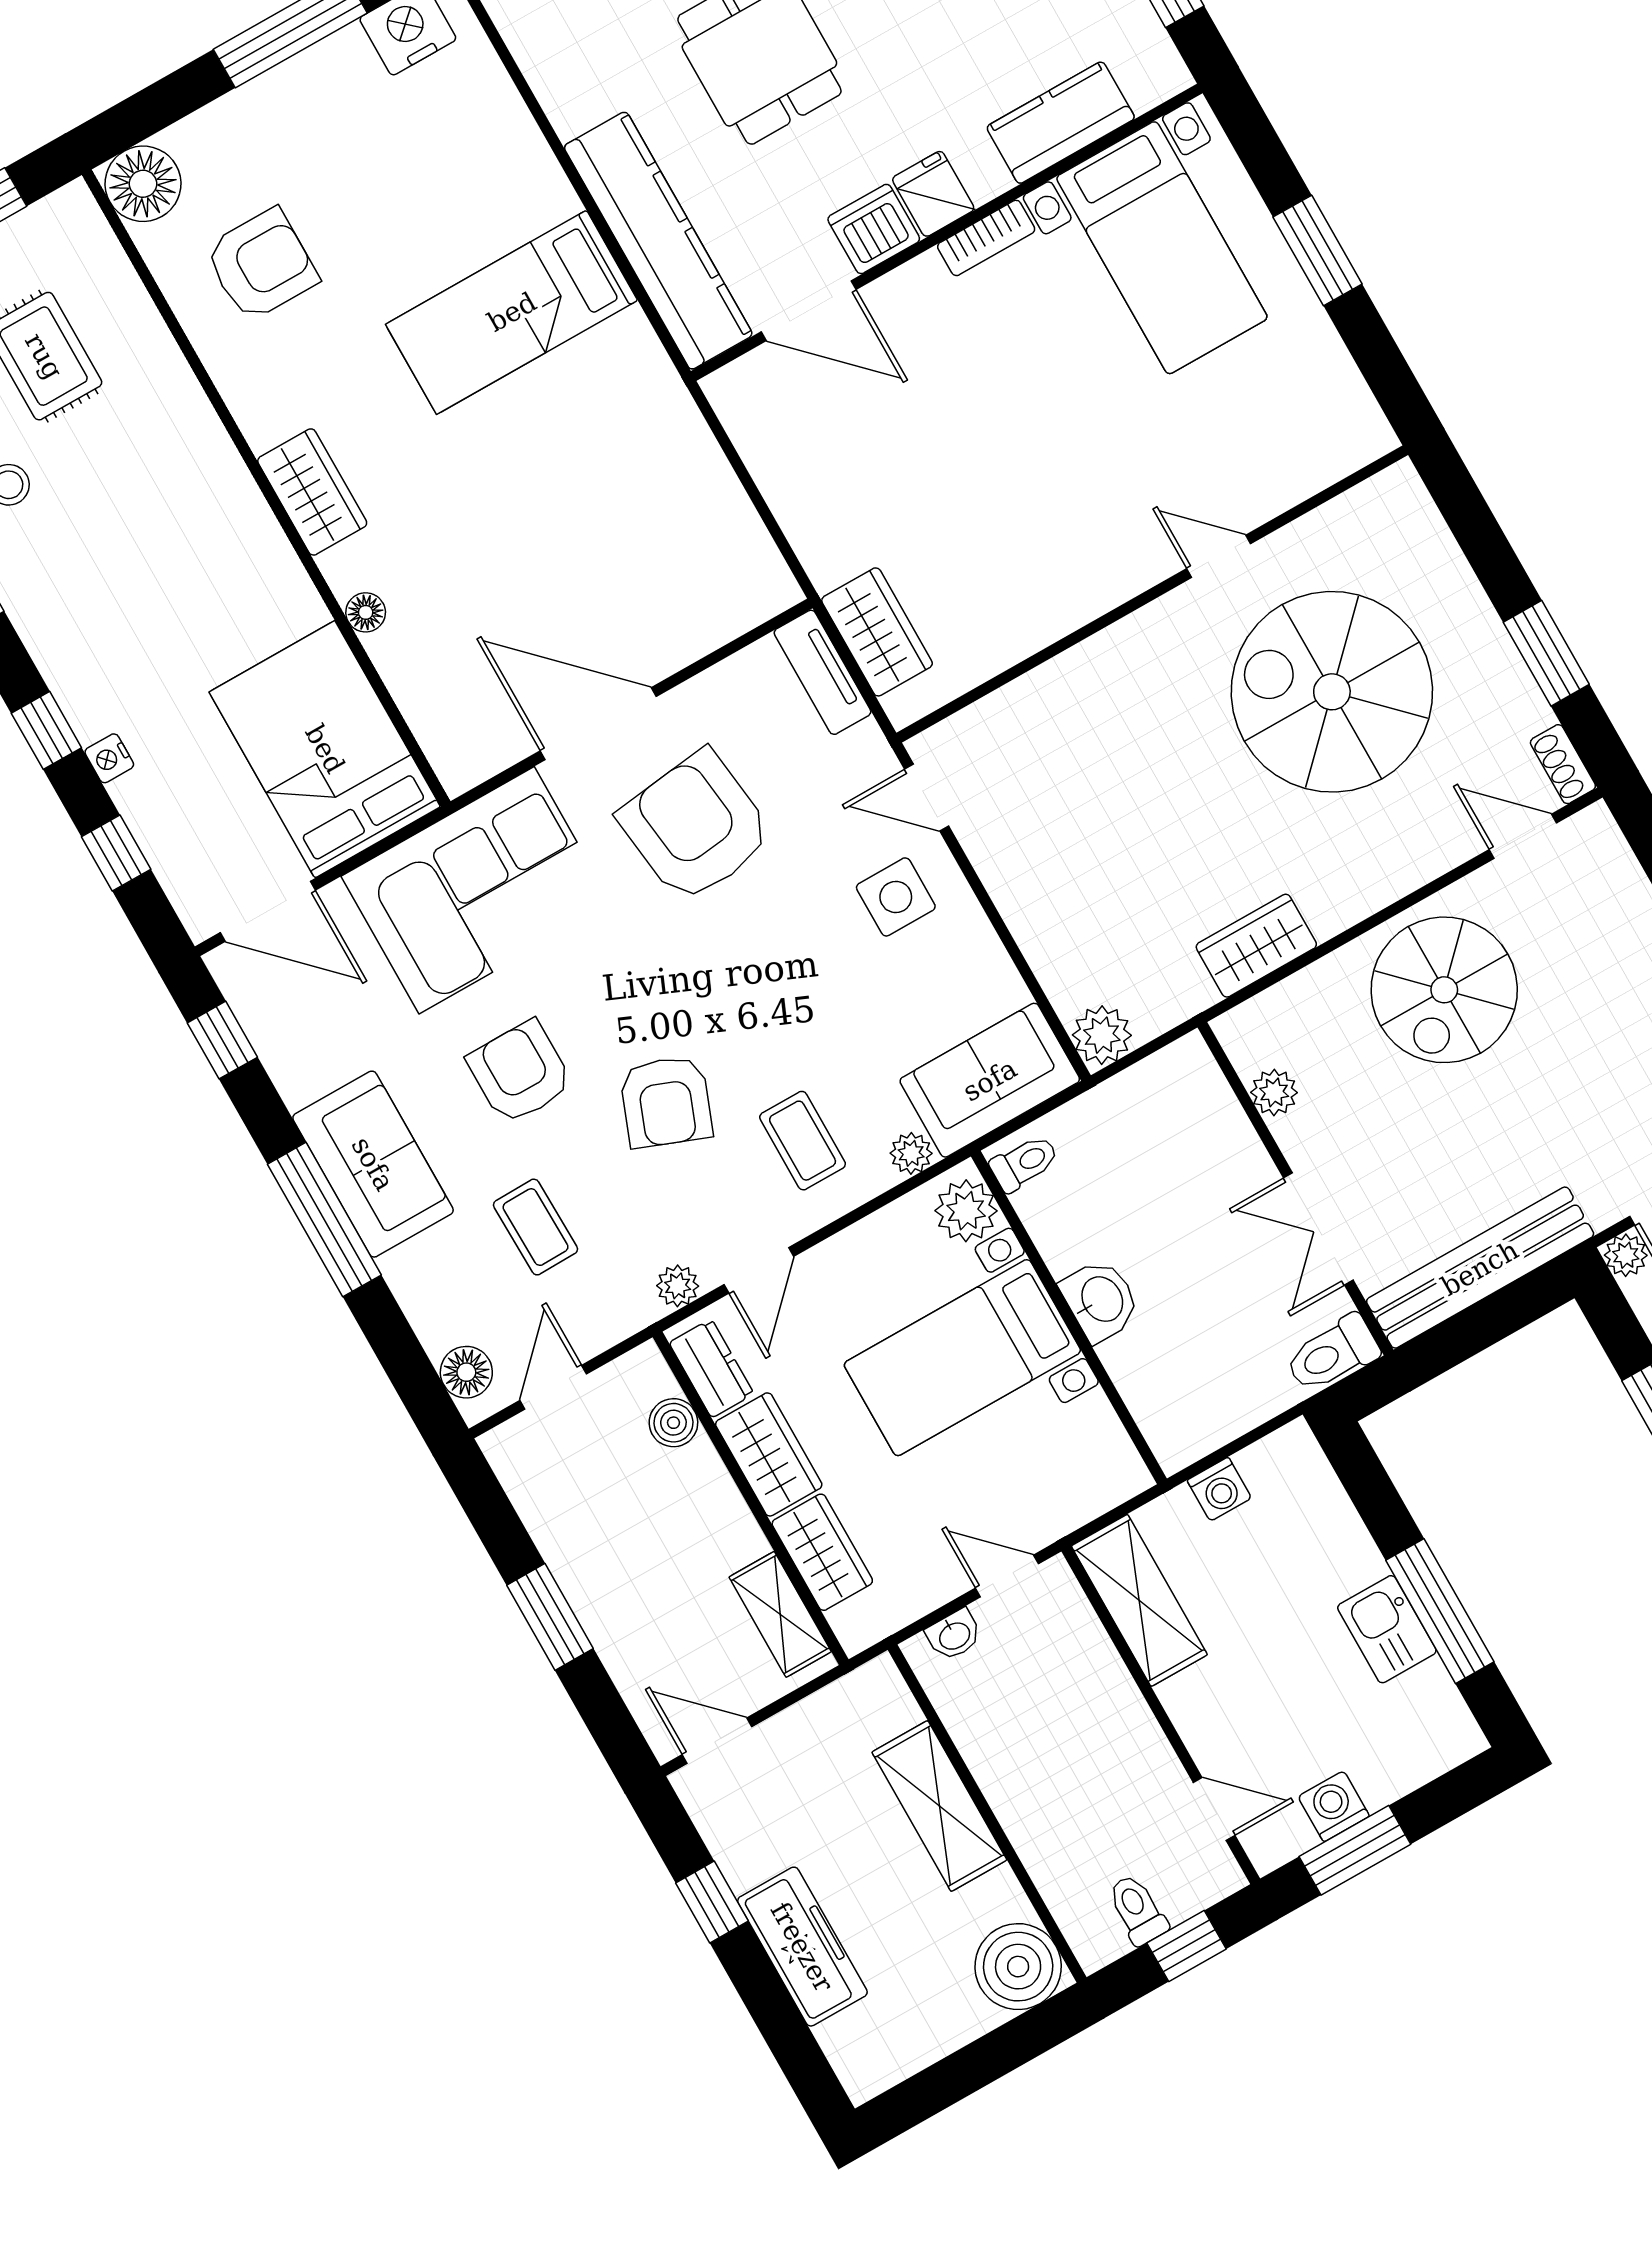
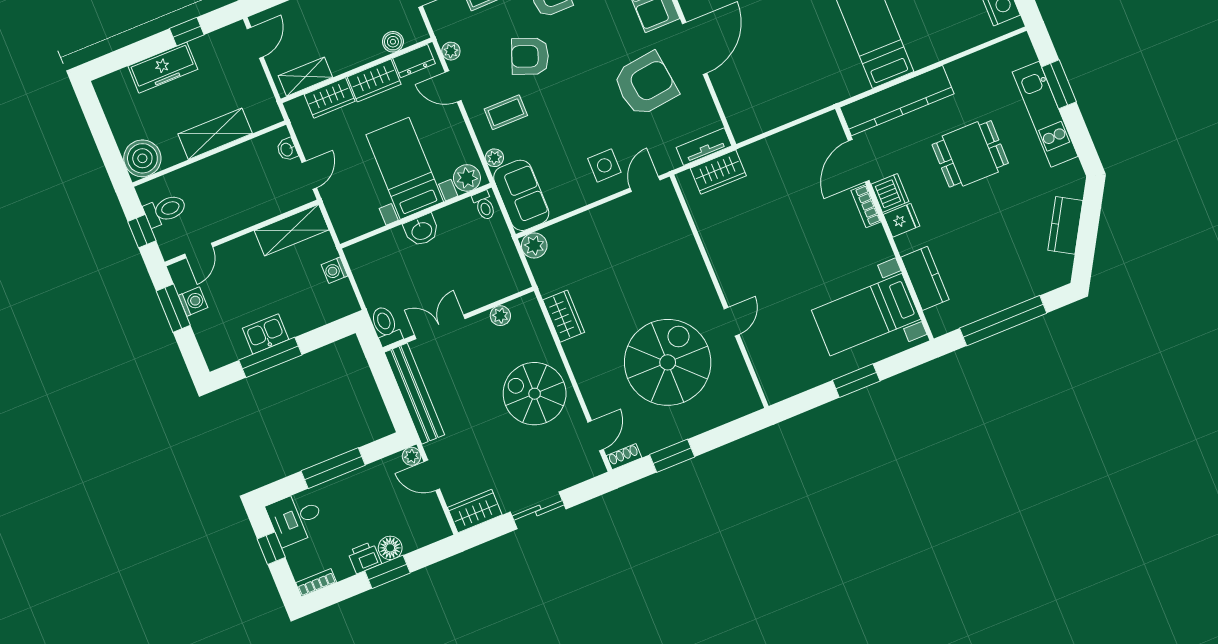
bookcase: (986, 238) -> (866, 206), moved
toilet: (1137, 1910) -> (165, 210), width x1.37, depth x1.39

